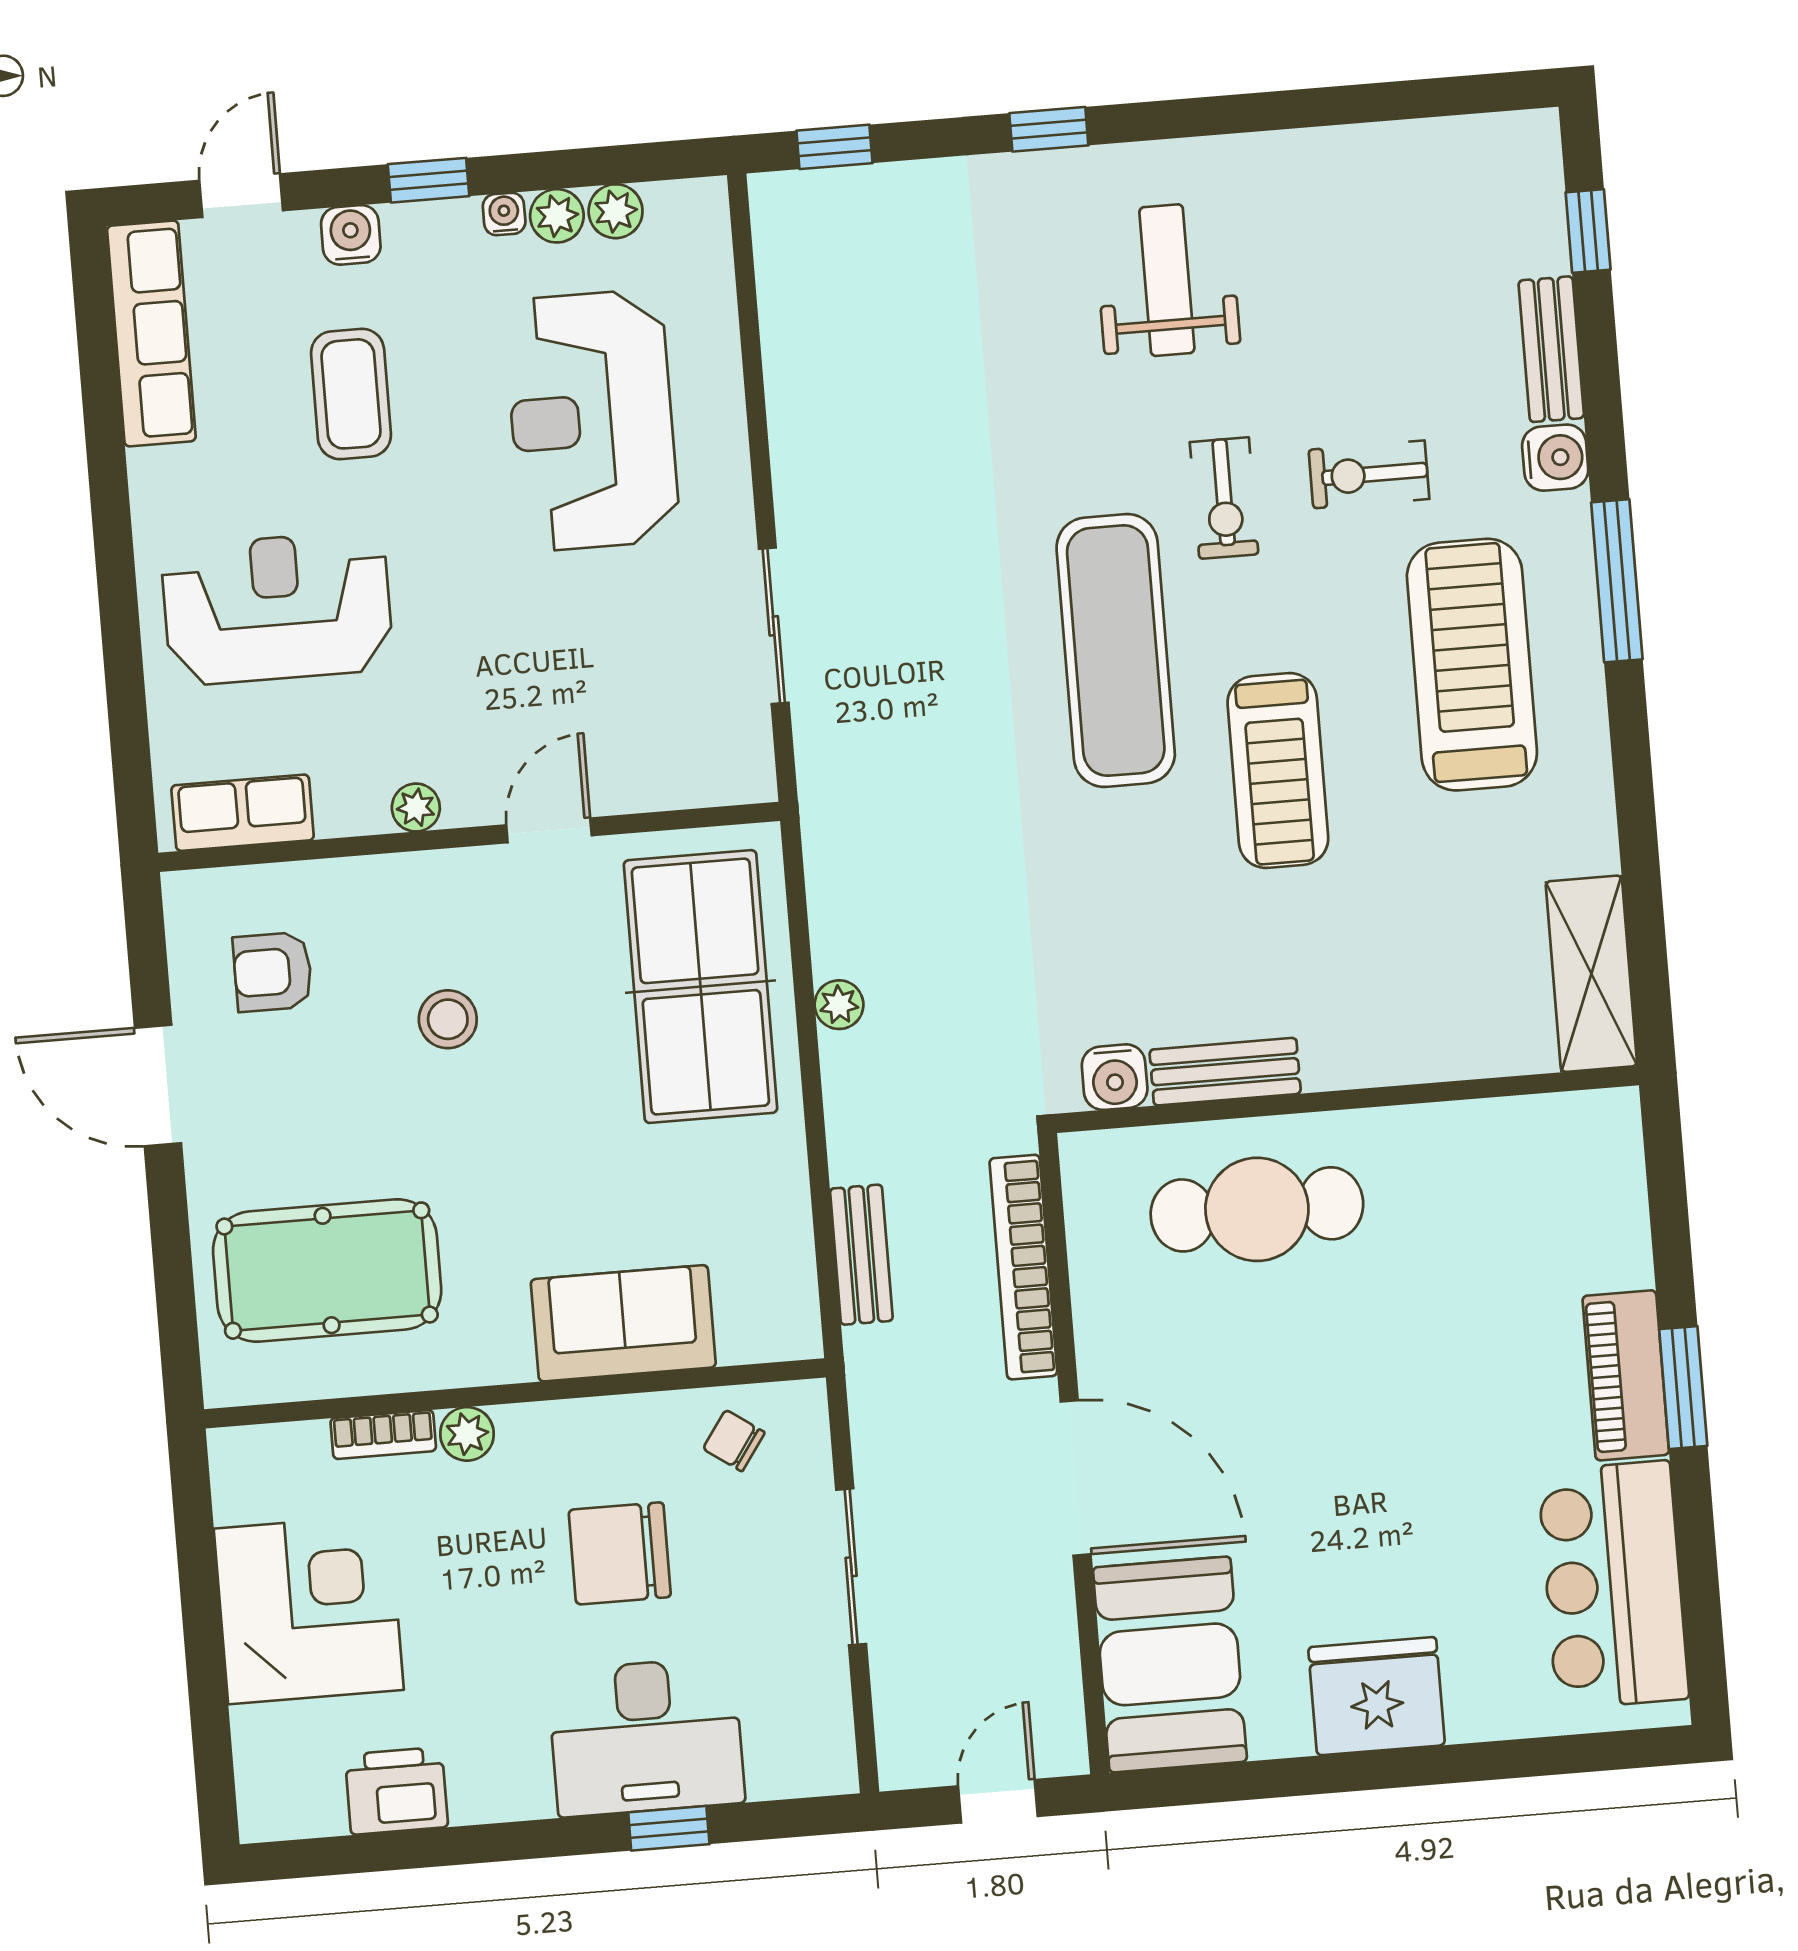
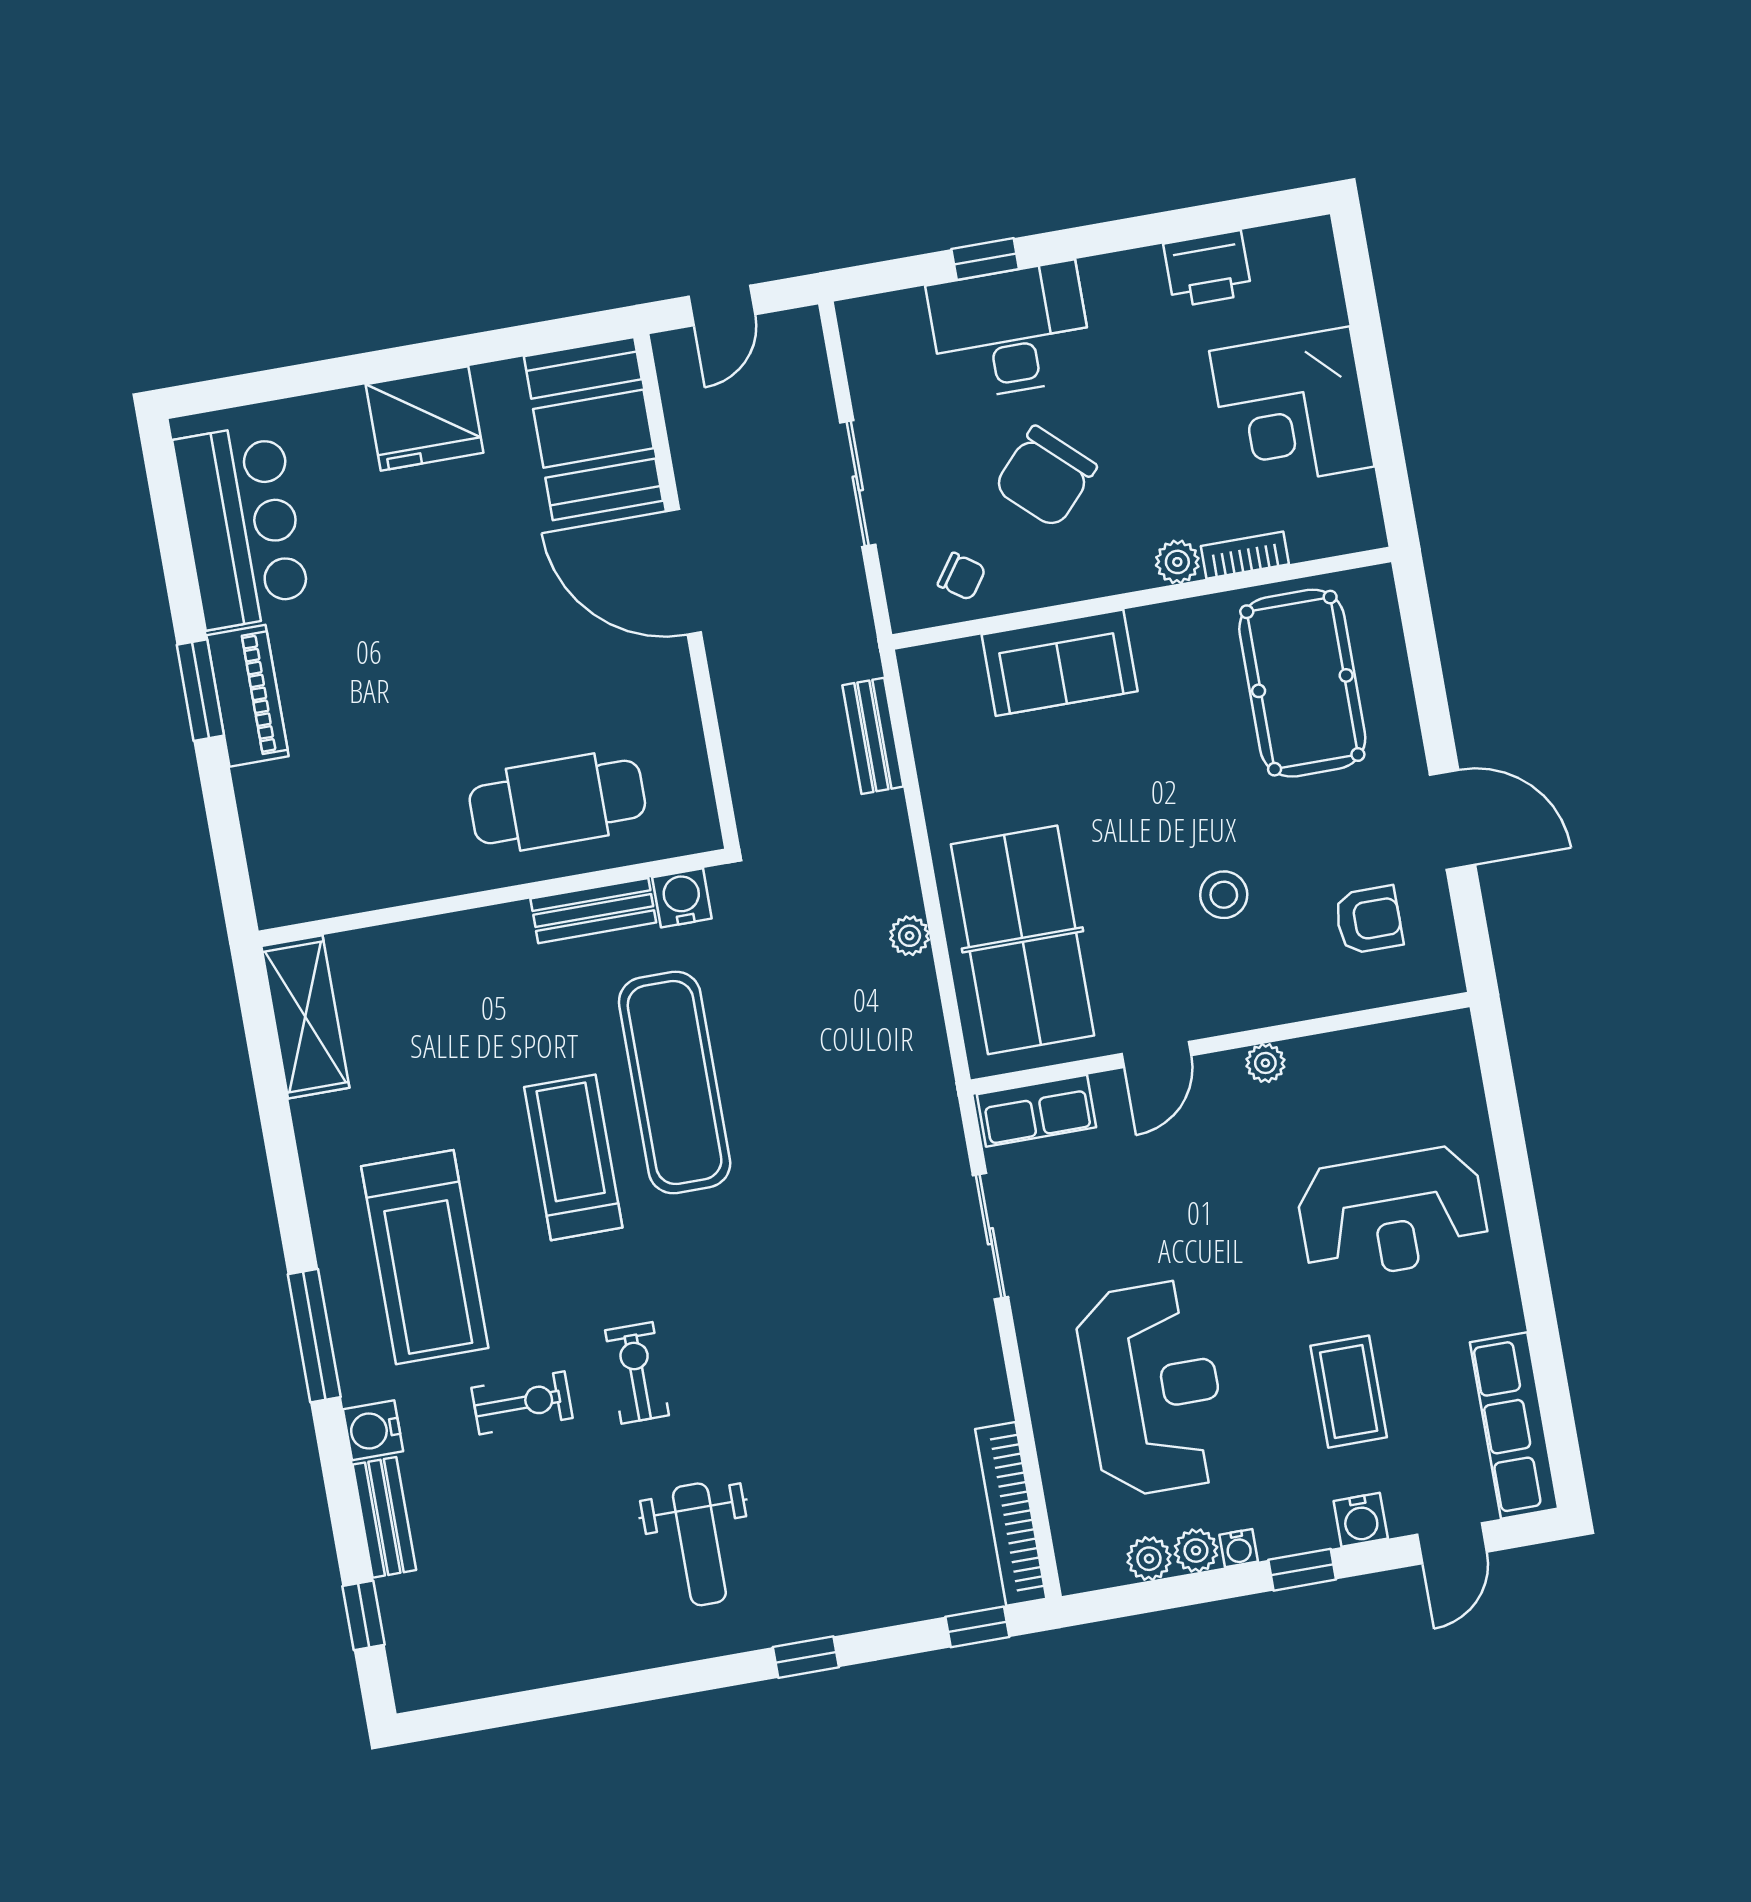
exercise mat: (1116, 651) -> (675, 1083), moved
row of seats: (243, 813) -> (1037, 1111), moved
bookcase: (1023, 1267) -> (1011, 1514), moved, turned 180
pool table: (327, 1271) -> (1302, 683), turned 90
chair: (620, 1553) -> (1045, 477), turned 133

